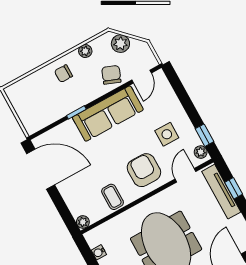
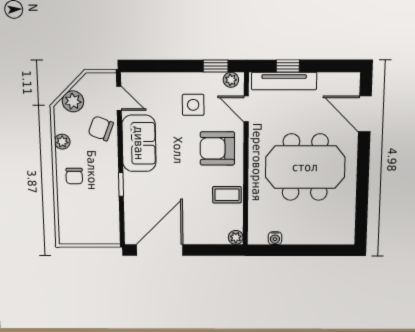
sofa: (108, 114) -> (139, 143), width x0.73

